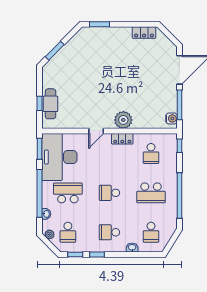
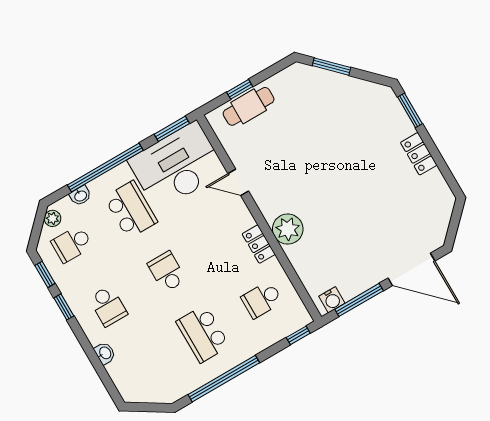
locker: (144, 33) -> (419, 154), moved
door: (96, 131) -> (238, 182), moved
school desk: (109, 232) -> (108, 306), turned 180
school desk: (151, 232) -> (144, 368), removed

